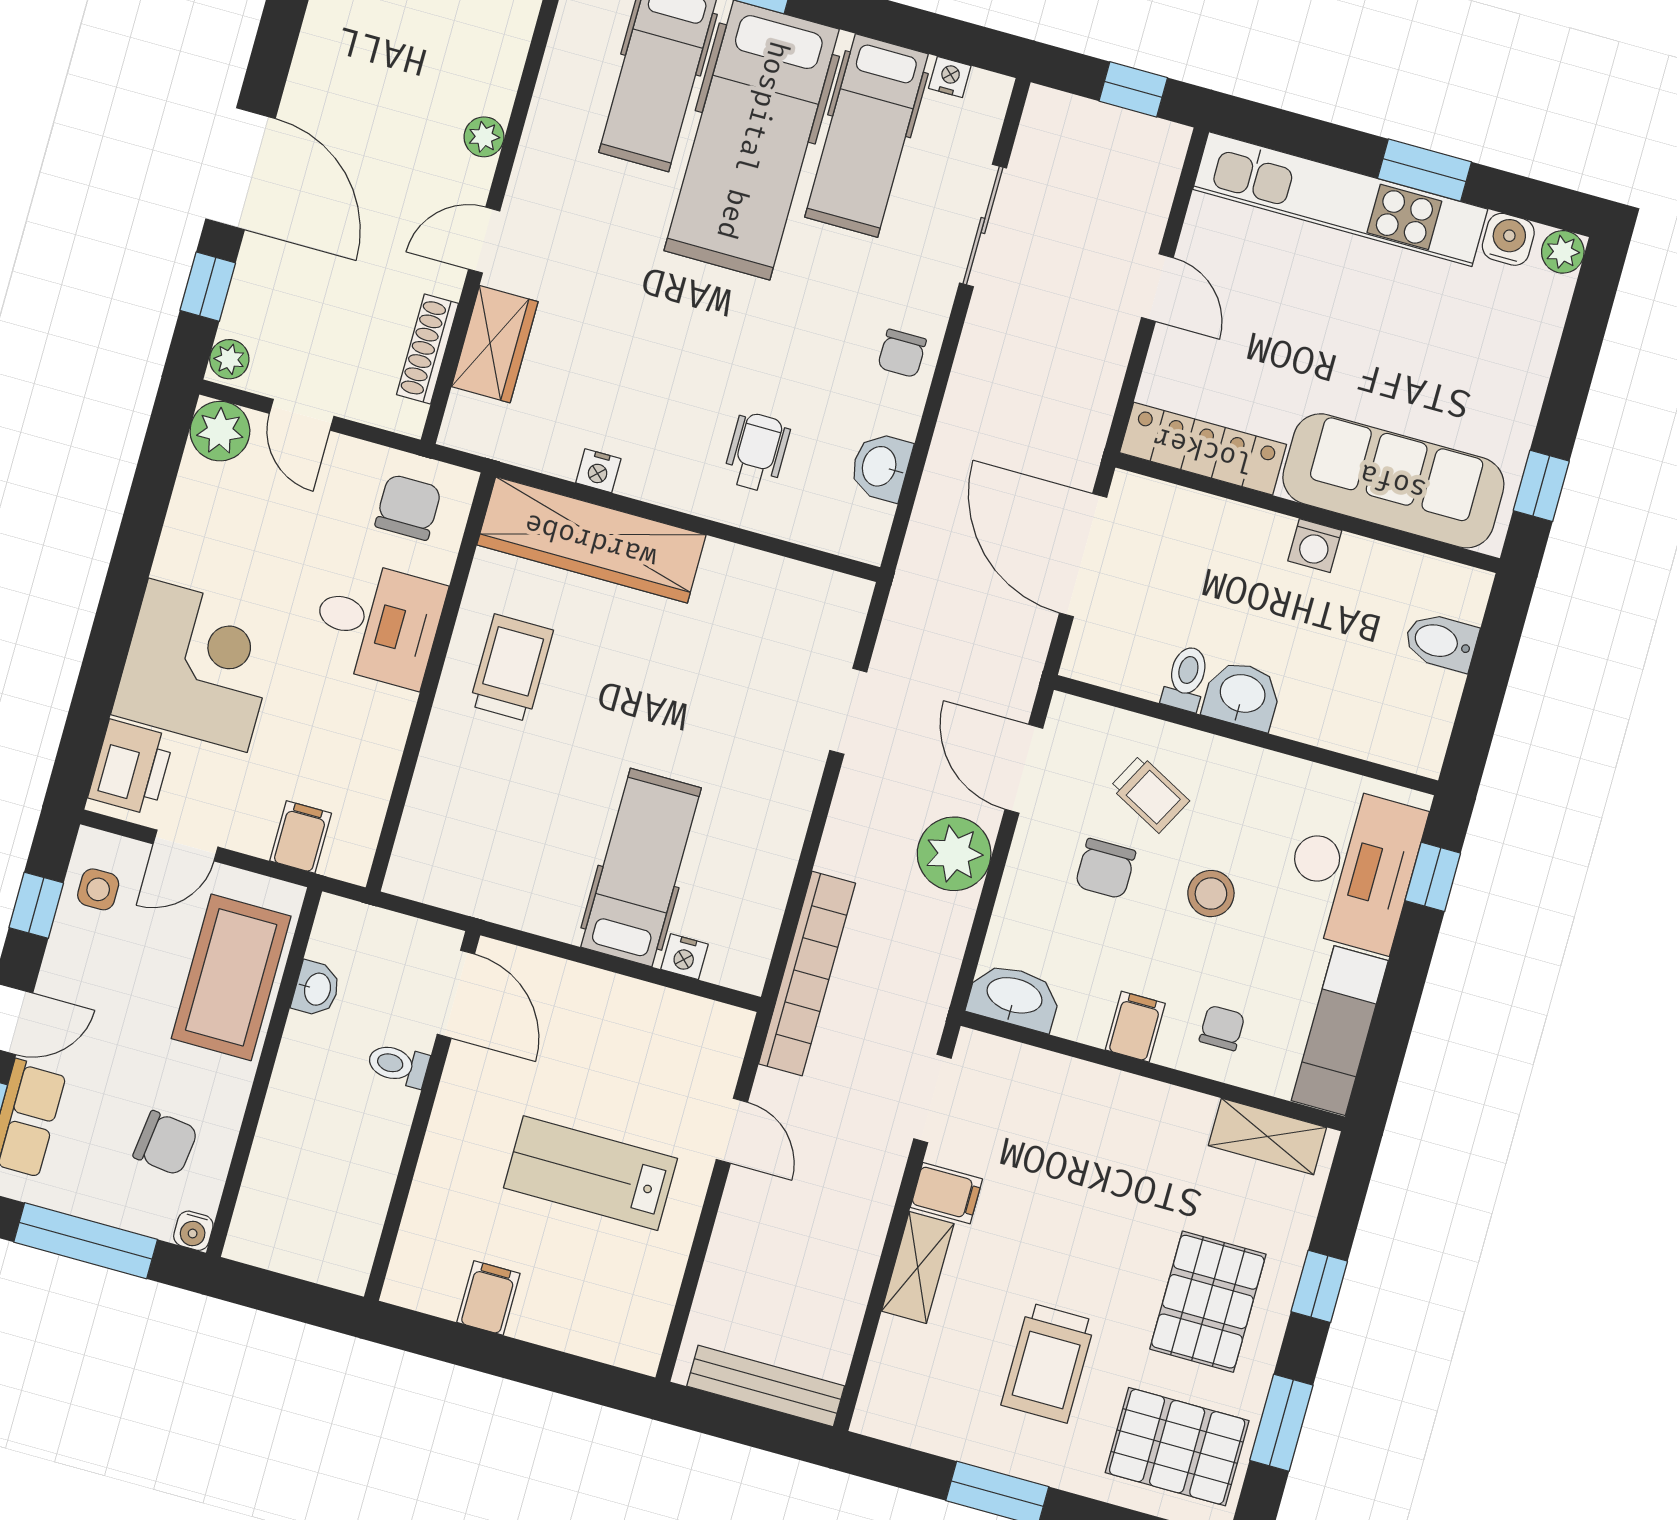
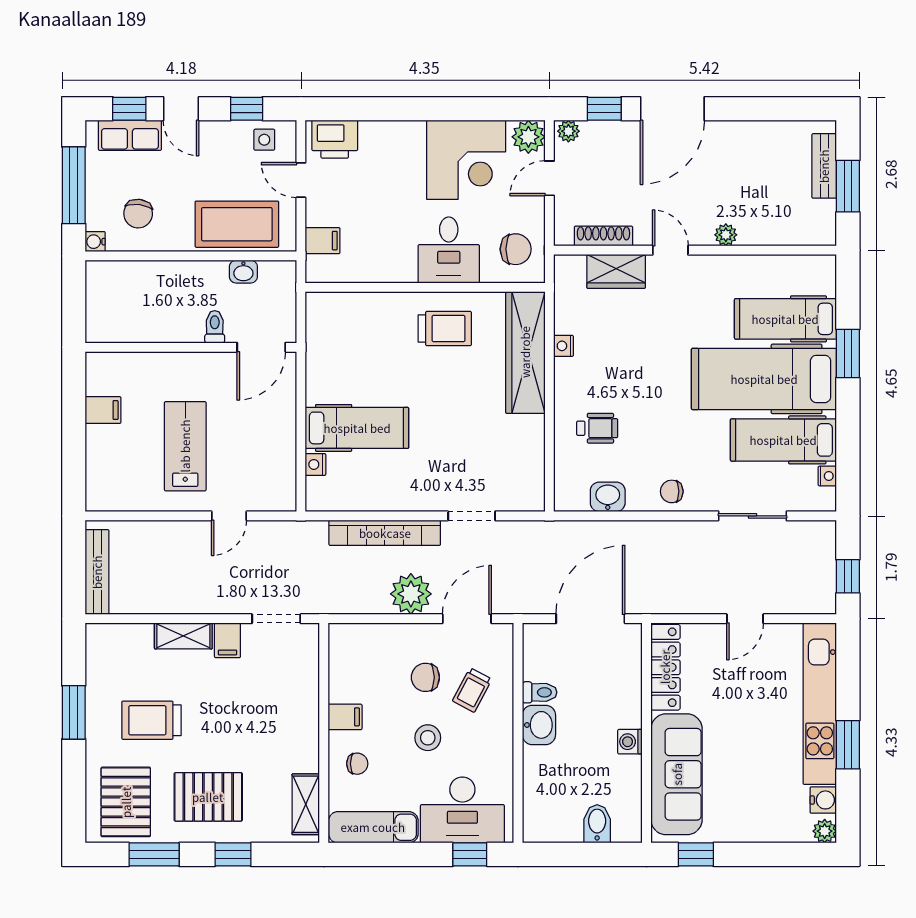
corner desk: (198, 665) -> (466, 160), moved
bookcase: (807, 974) -> (385, 533), moved
washbasin: (1014, 997) -> (343, 647), removed

